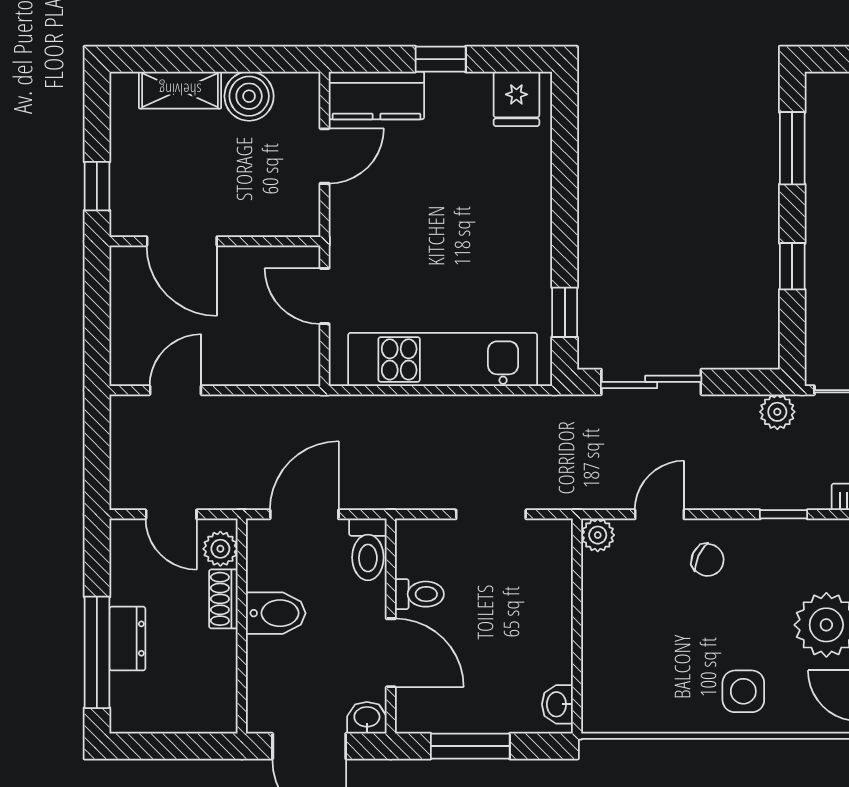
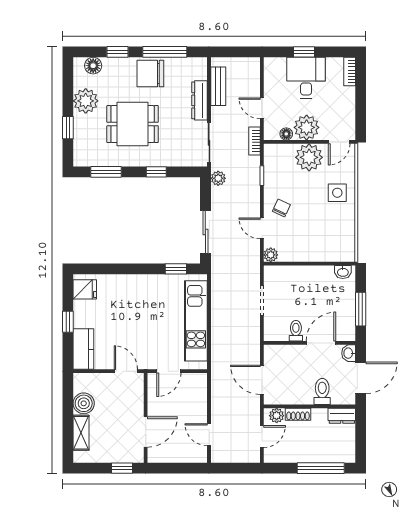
door: (325, 156) -> (126, 371), moved
toilet: (368, 549) -> (322, 391), moved, turned -90
bidet: (276, 613) -> (304, 392), removed
dresser: (127, 639) -> (342, 416), moved, turned 180

